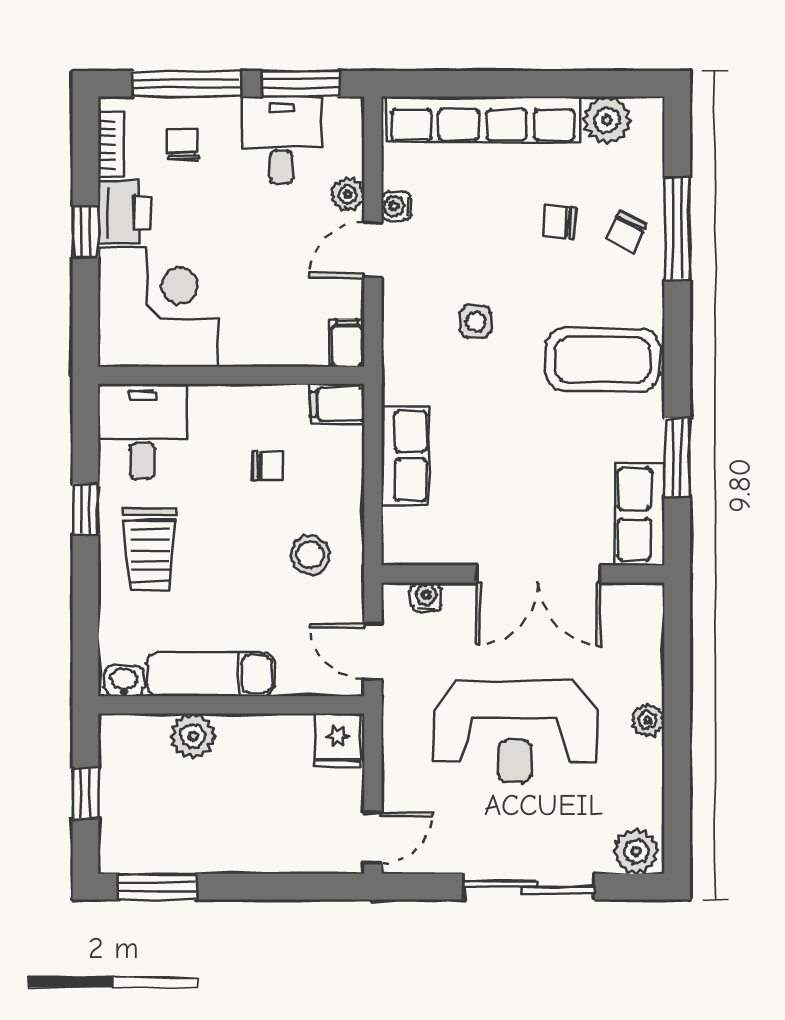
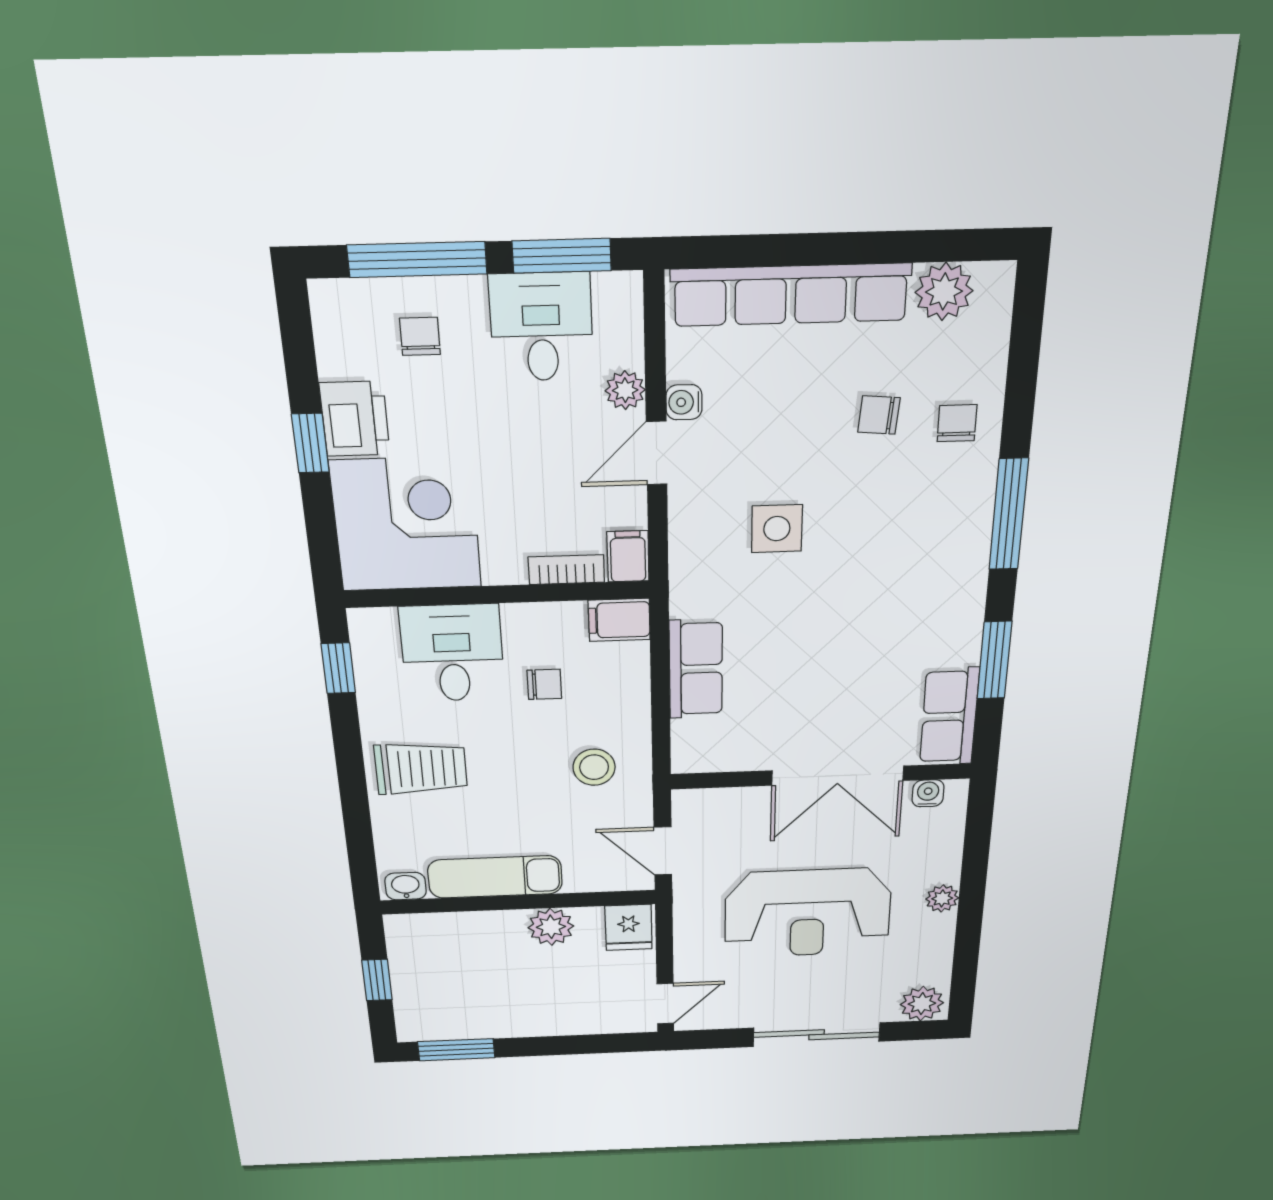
bookcase: (111, 145) -> (566, 570), moved, turned -90
window: (677, 229) -> (1009, 514), moved
chair: (626, 231) -> (957, 423), turned 153
side table: (476, 322) -> (777, 529), width x1.37, depth x1.37
coffee table: (602, 360) -> (920, 565), removed
desk: (142, 431) -> (452, 653), moved
window: (85, 509) -> (338, 668), moved
trolley: (150, 550) -> (421, 768), turned -90
water cooler: (426, 597) -> (928, 793), moved
plant: (193, 736) -> (551, 927), moved

